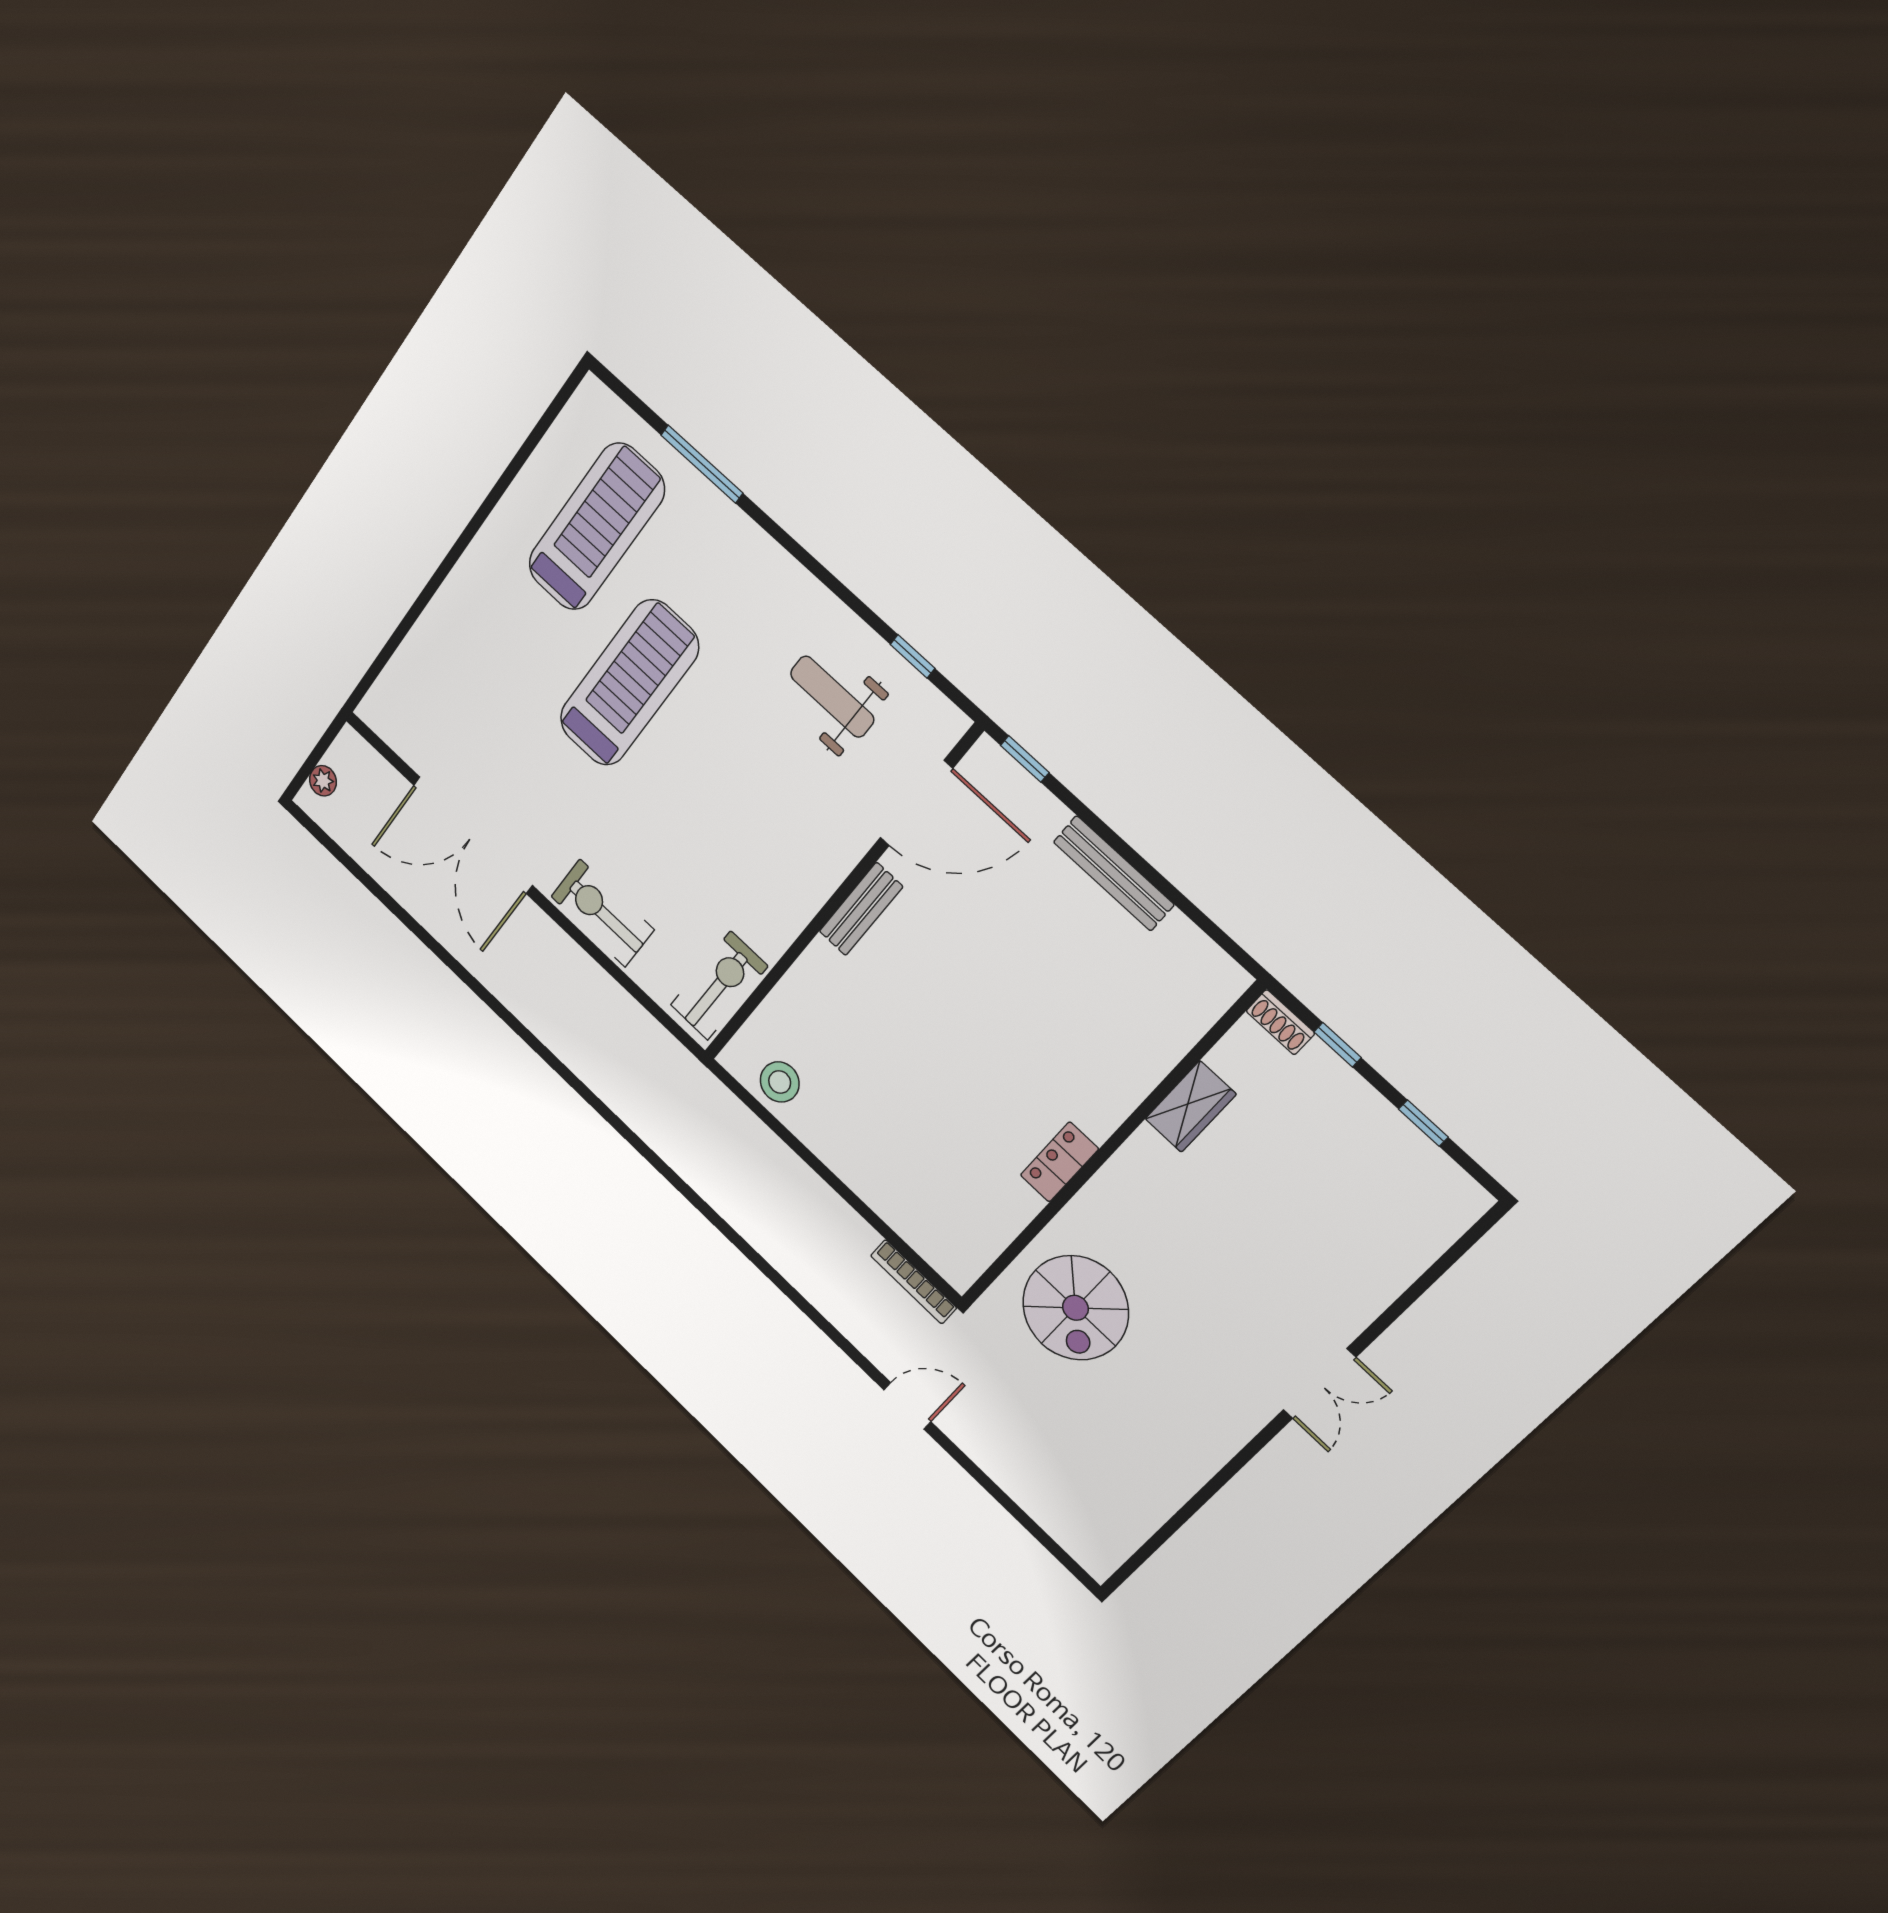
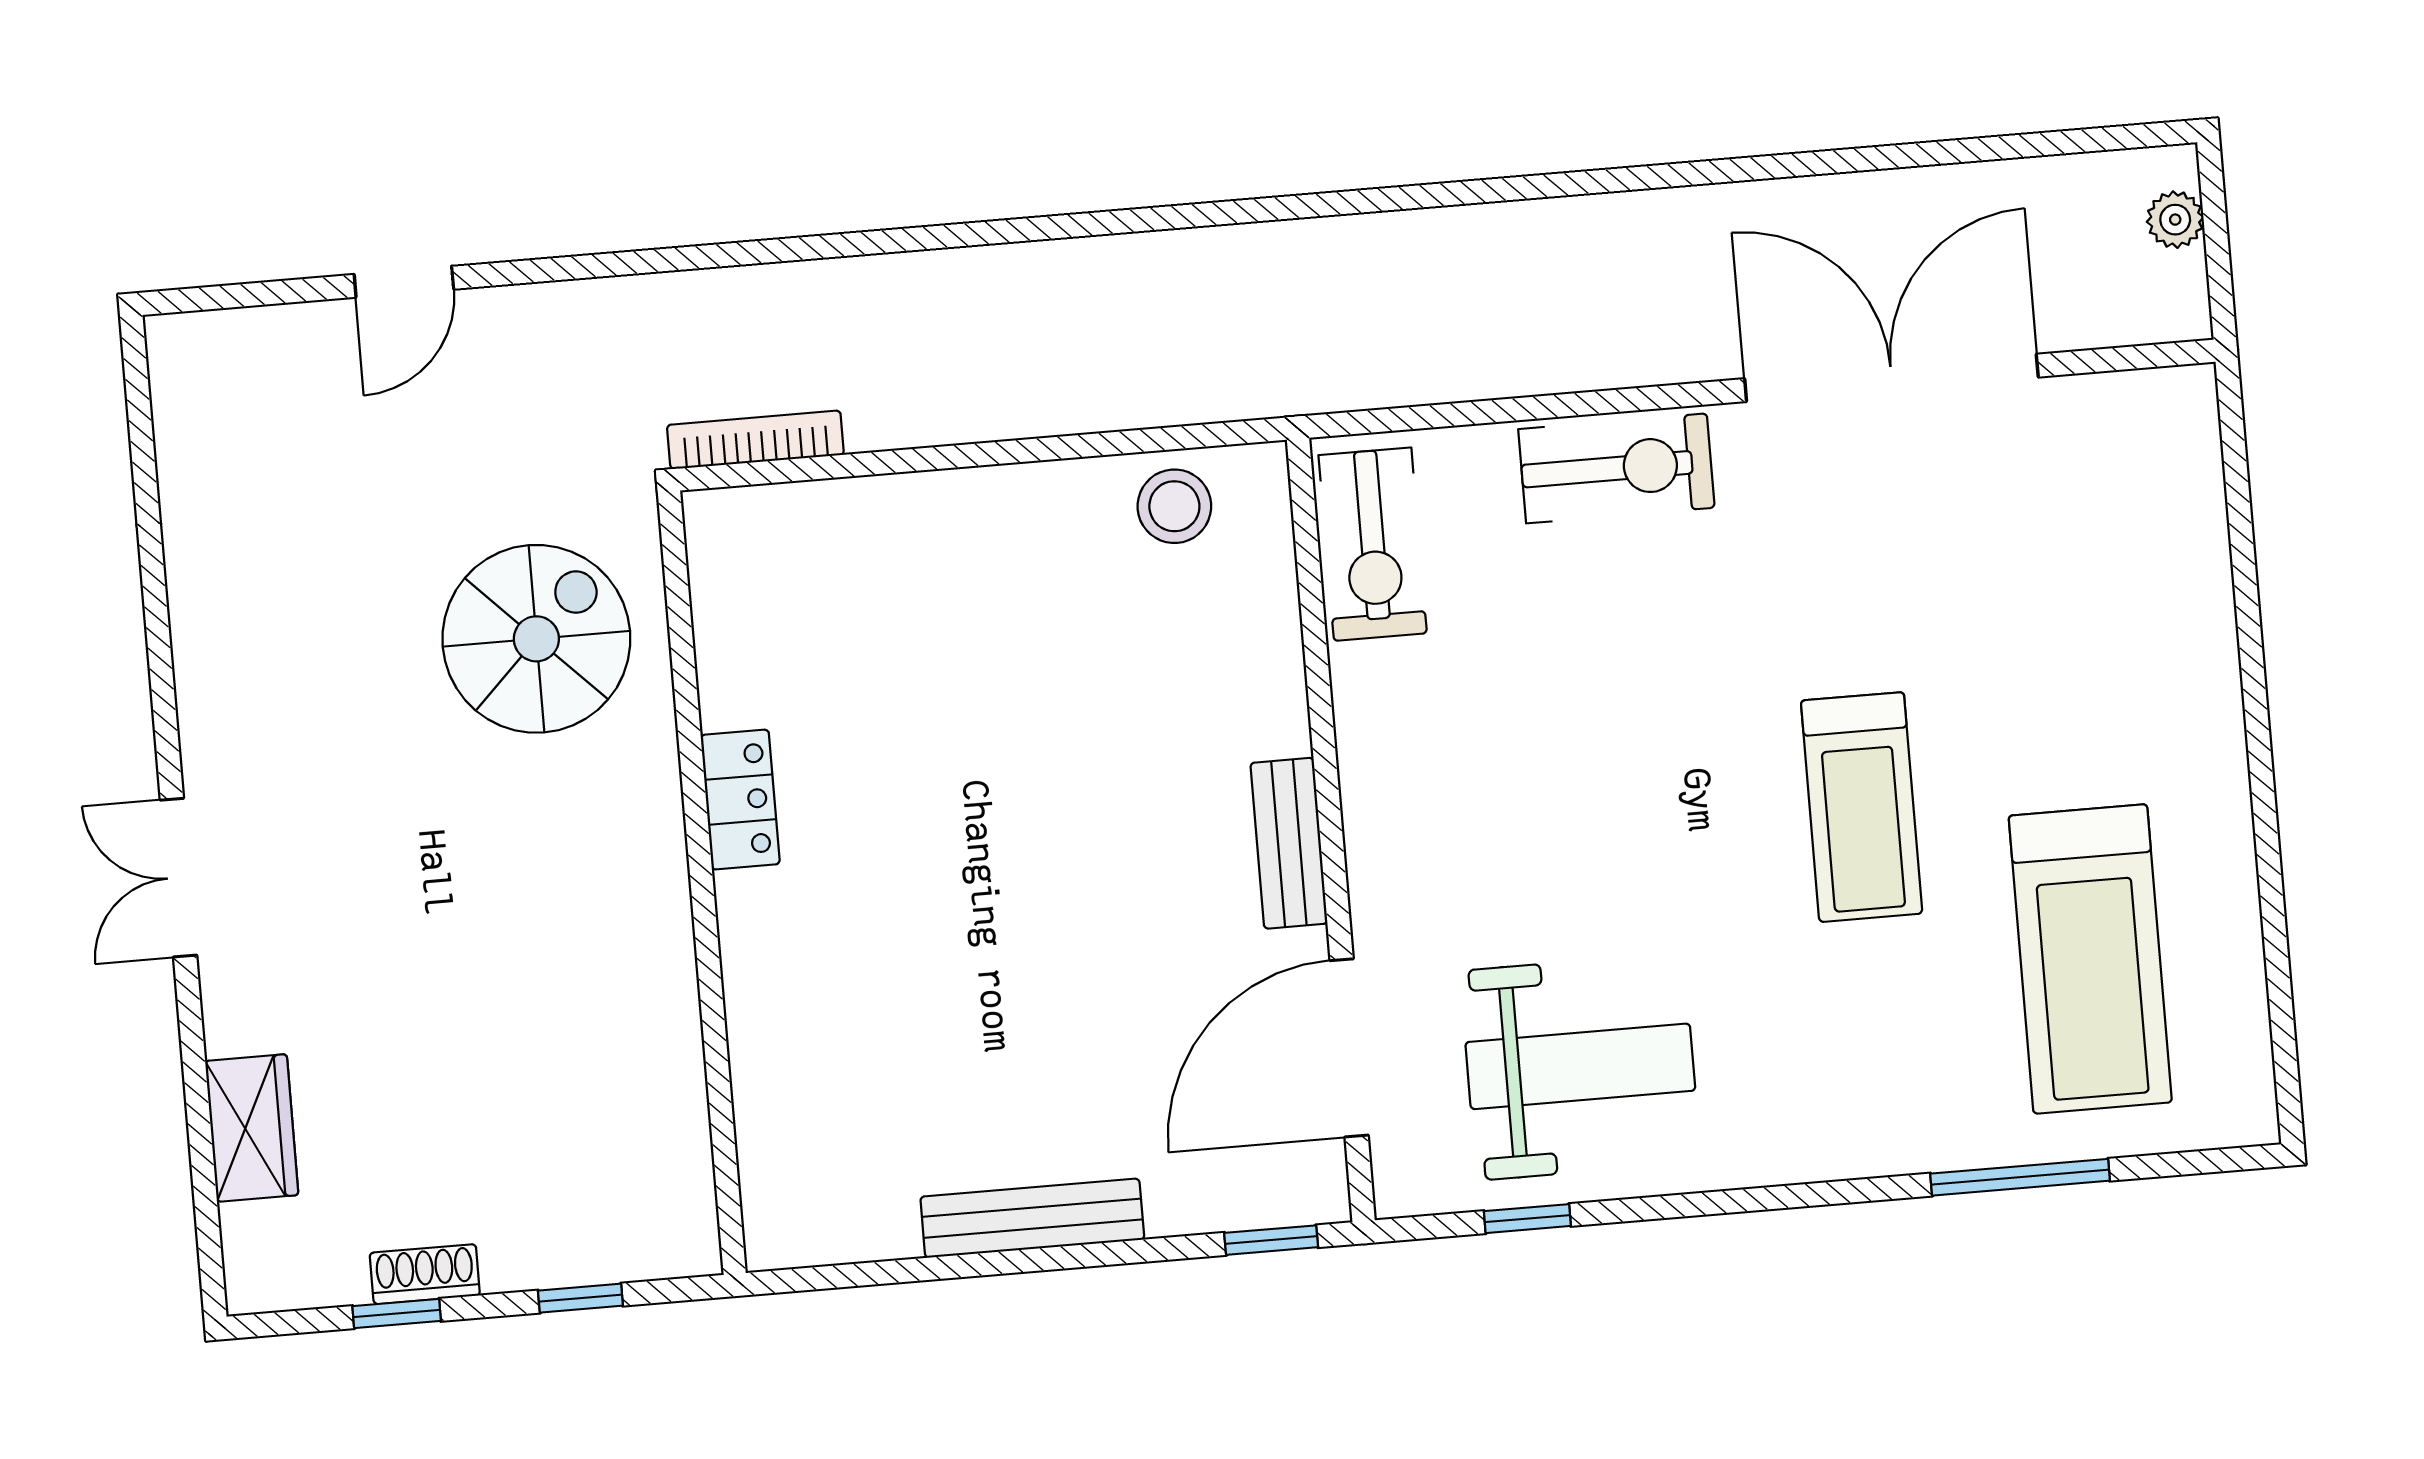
treadmill: (629, 683) -> (1862, 807), width x0.73, depth x0.73
weight bench: (832, 697) -> (1580, 1066), width x1.36, depth x1.33
shoe rack: (1280, 1022) -> (425, 1274), moved
wardrobe: (1191, 1107) -> (252, 1128), moved, turned 180
spiral stairs: (1075, 1308) -> (536, 639), turned 90
door: (907, 1406) -> (404, 282), moved

